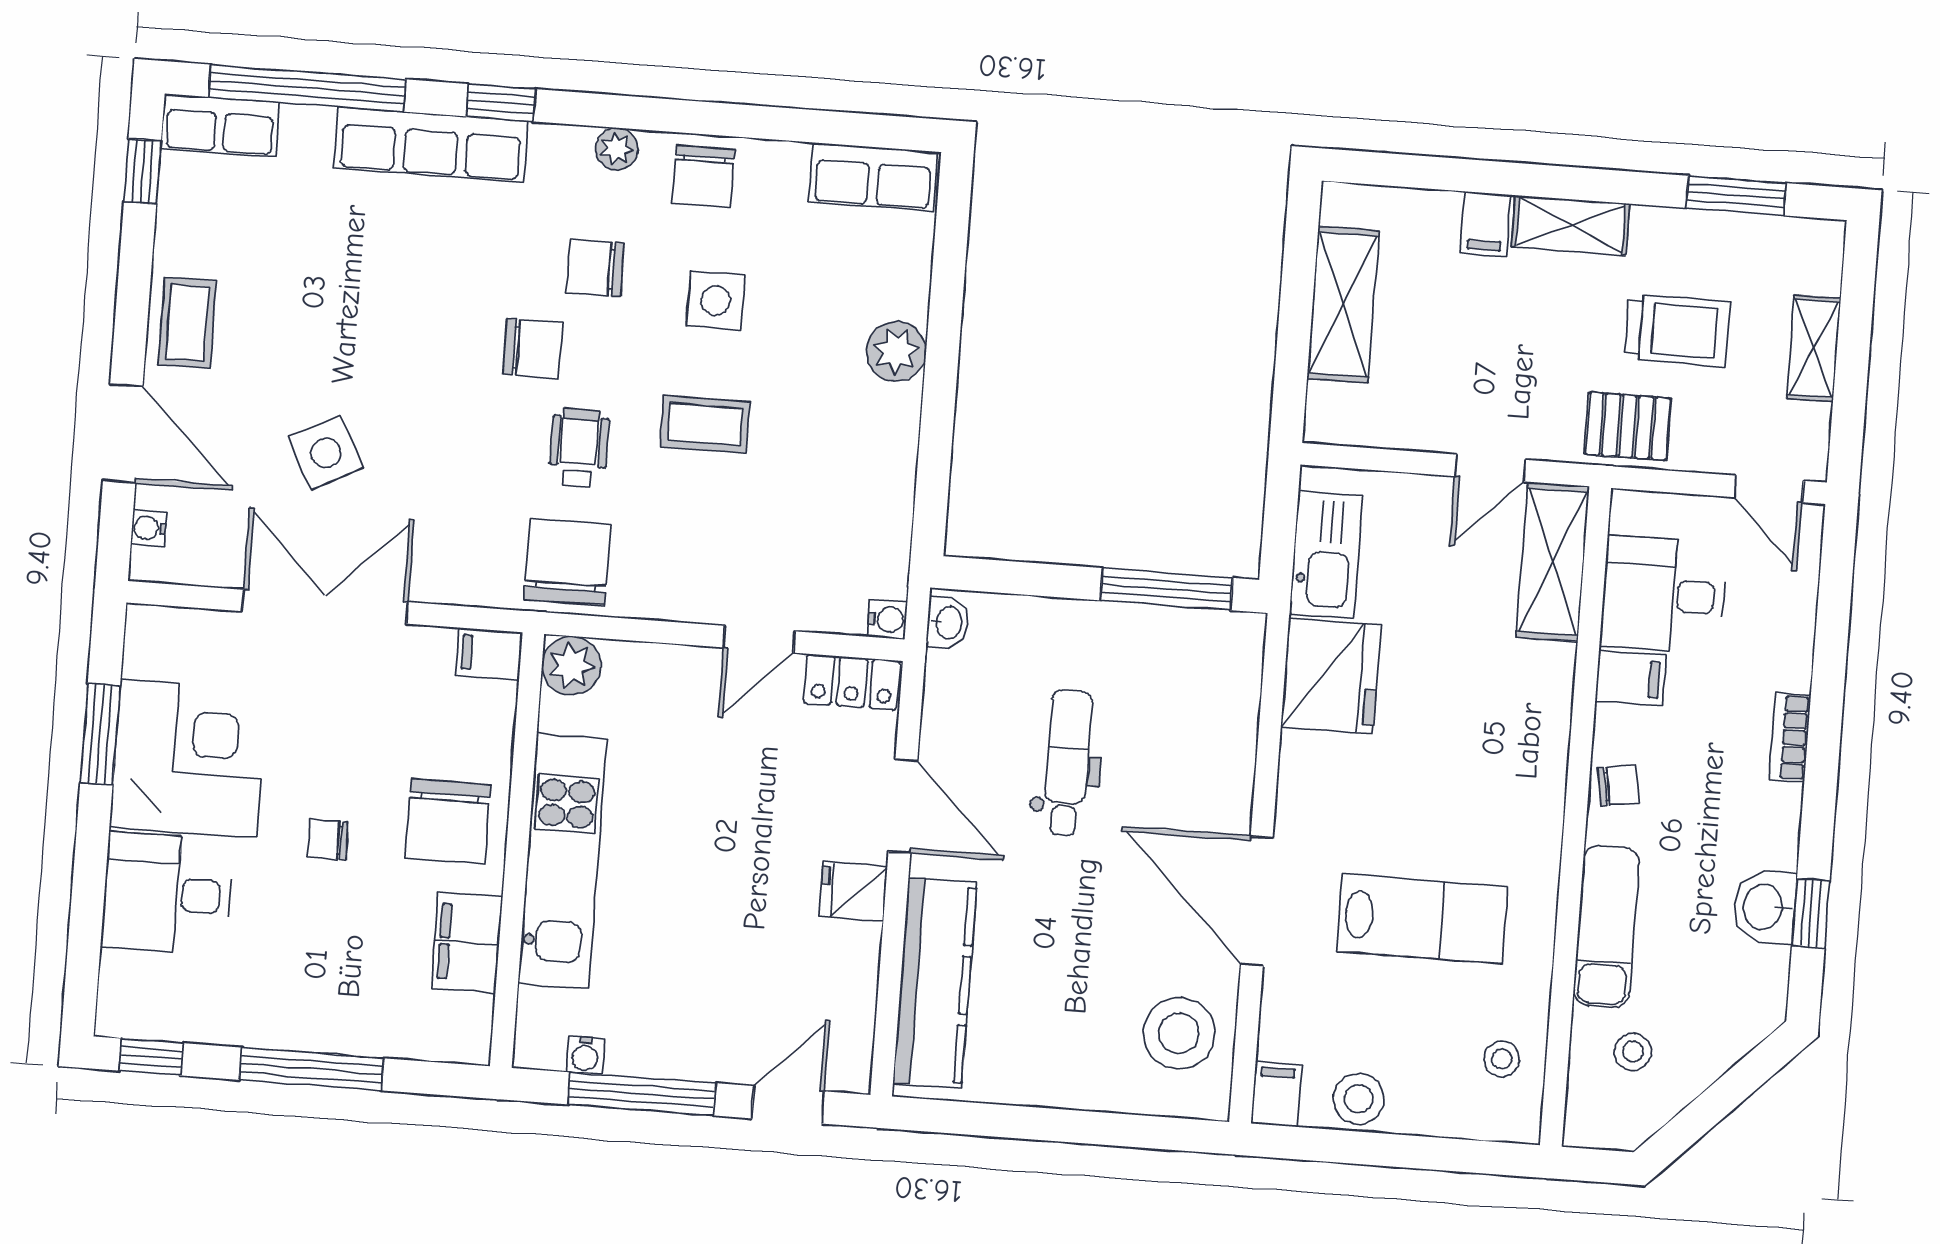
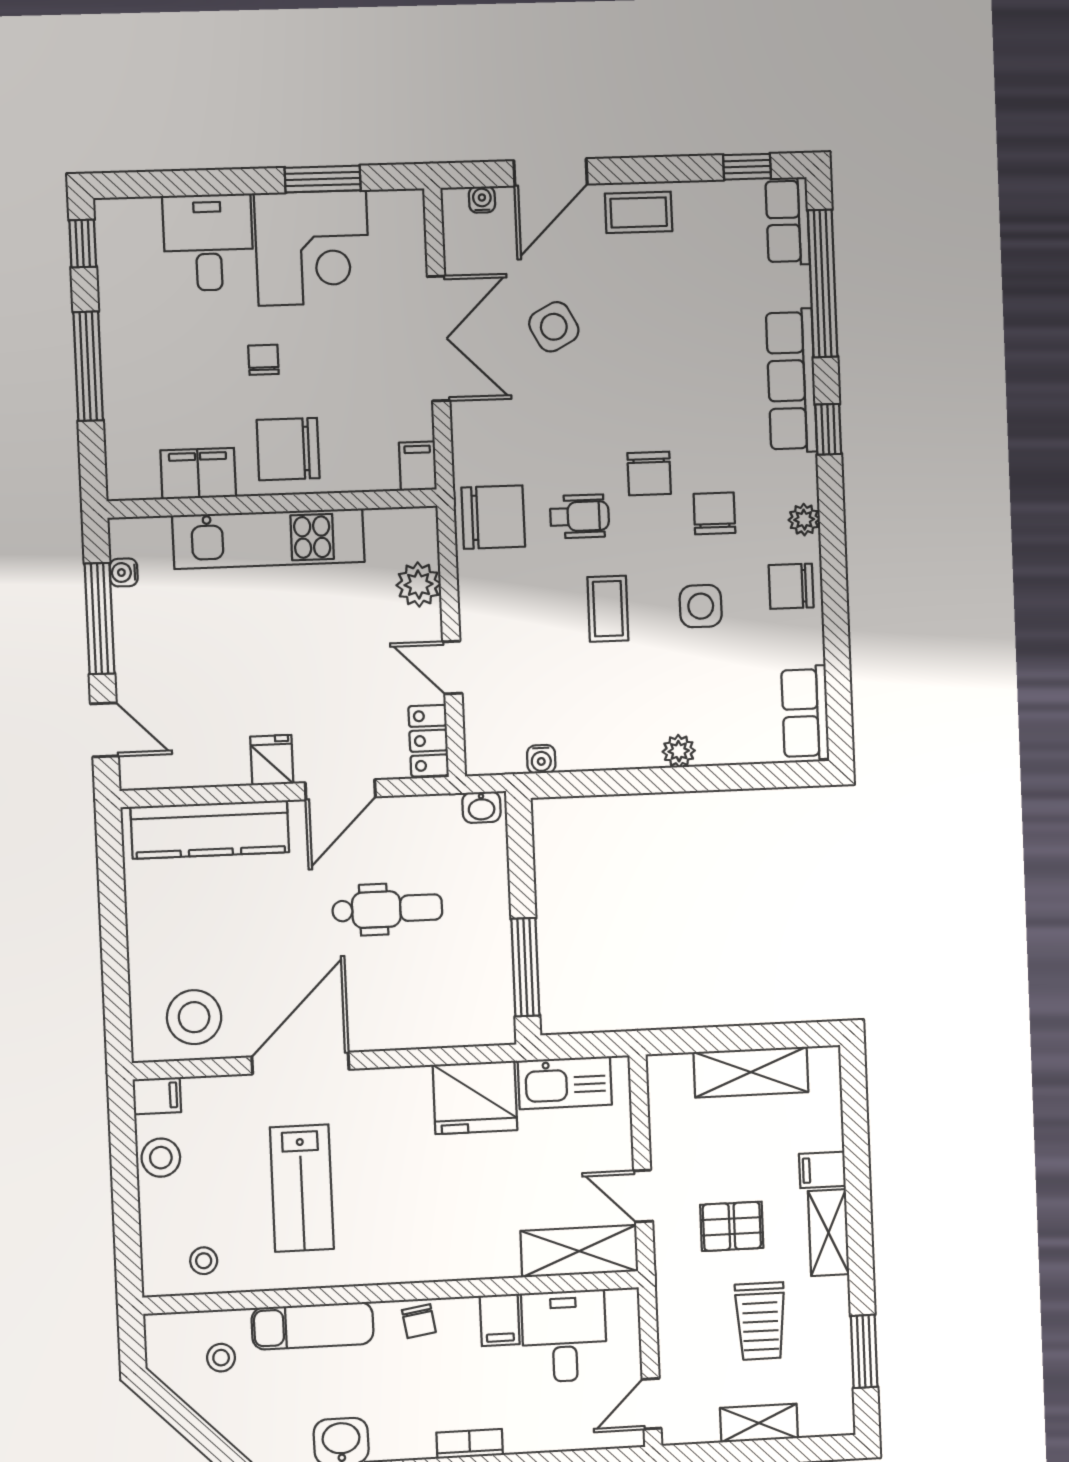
plant: (896, 351) -> (679, 751), width x0.73, depth x0.73
pallet: (1628, 426) -> (732, 1226), moved, turned 90
water cooler: (887, 620) -> (541, 759), moved
plant: (571, 666) -> (419, 585), moved

